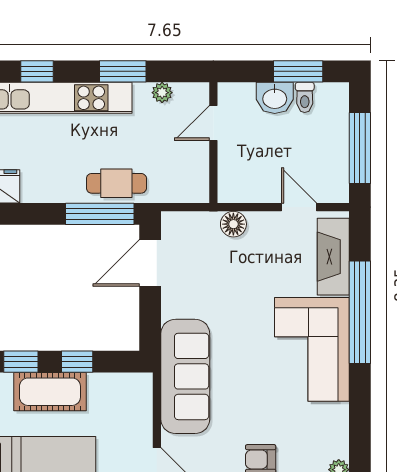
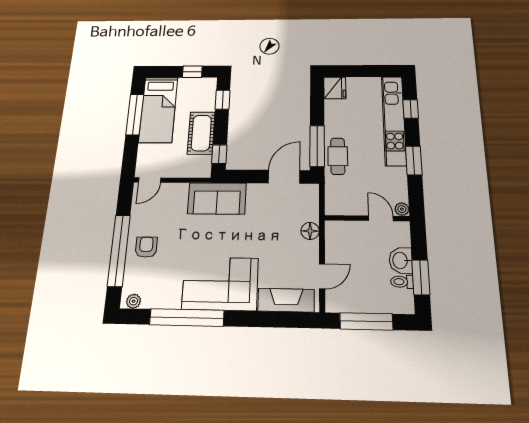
plant: (162, 93) -> (402, 209), moved
door: (150, 263) -> (284, 177), hinge flipped
window: (360, 312) -> (187, 318), moved
window: (77, 362) -> (219, 154), moved
sofa: (185, 376) -> (217, 198), width x0.73
cot: (50, 392) -> (201, 133), moved

